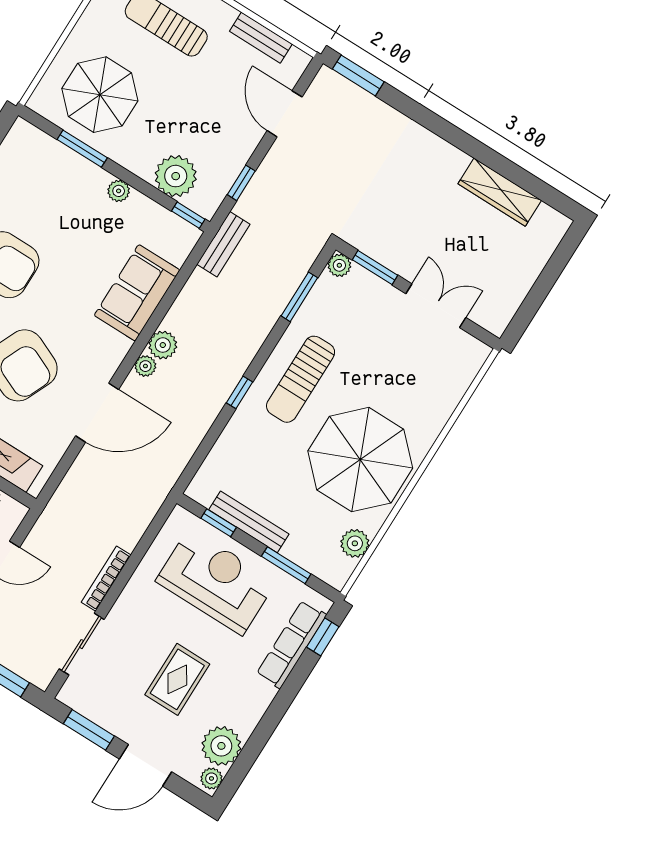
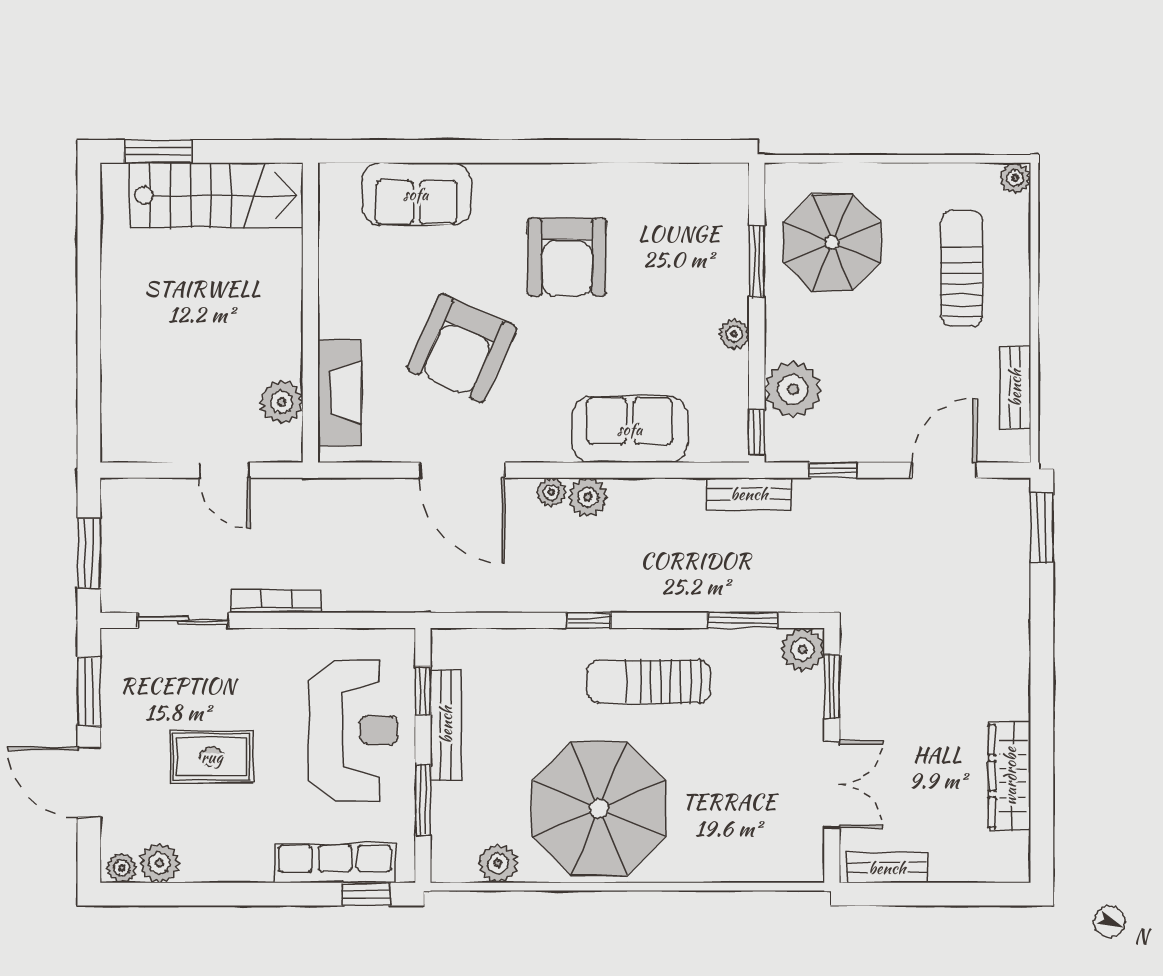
plant: (339, 265) -> (803, 650), width x1.38, depth x1.38
bench: (509, 304) -> (887, 868), added
plant: (221, 746) -> (159, 863), width x0.73, depth x0.73

